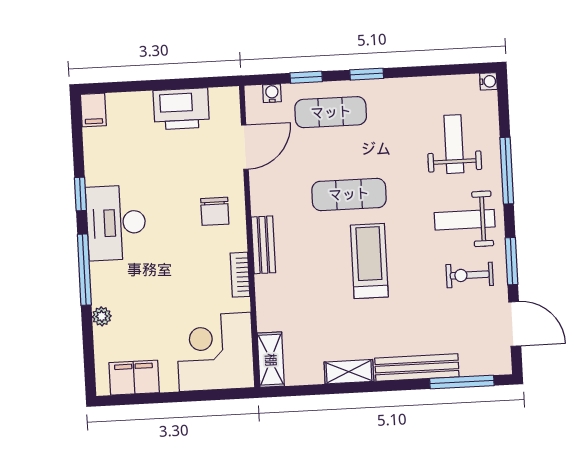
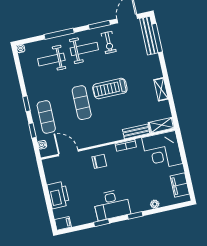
printer: (181, 109) -> (58, 195), moved
weight bench: (465, 220) -> (84, 49), turned -90
bench: (263, 245) -> (136, 131), moved
window: (84, 270) -> (135, 215), width x0.46
bench: (417, 367) -> (149, 36), moved

